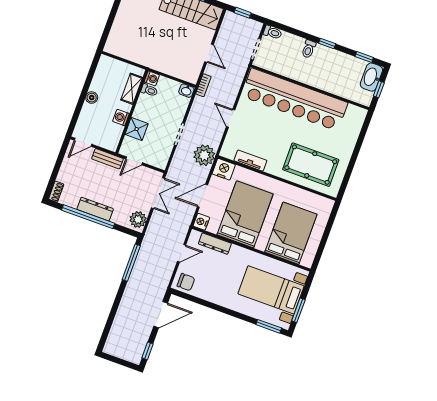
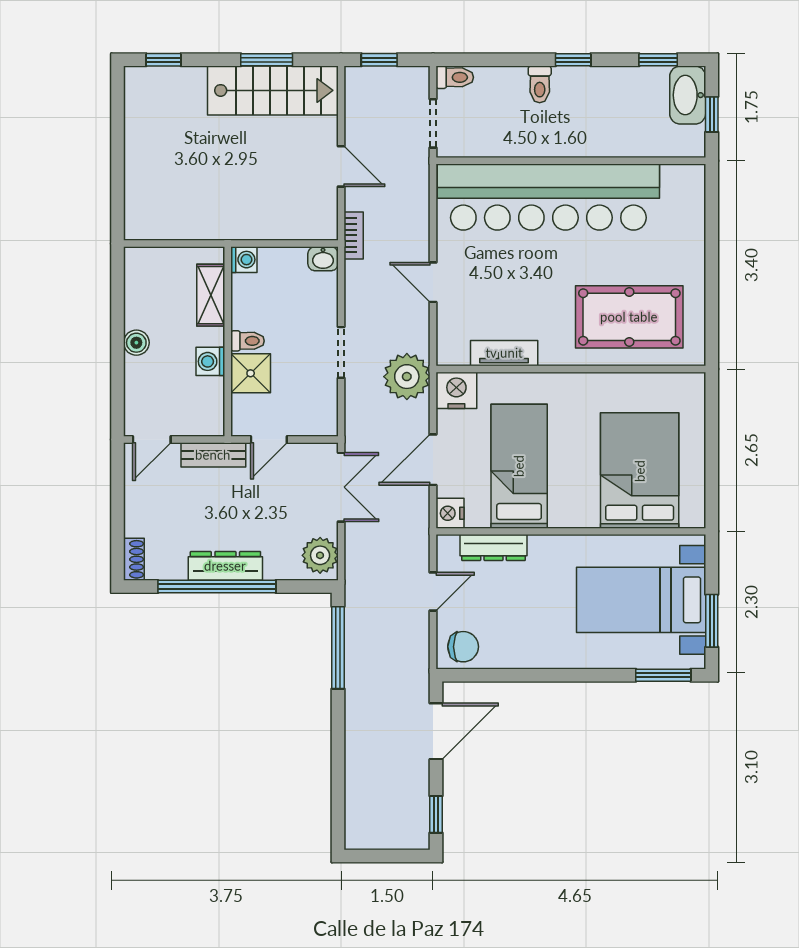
toilet: (149, 90) -> (248, 341), moved
bed: (245, 214) -> (519, 466), width x0.67

